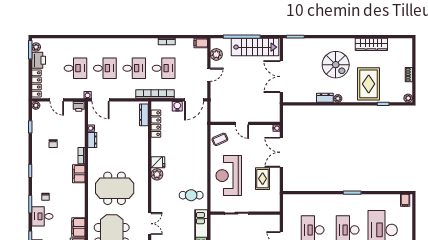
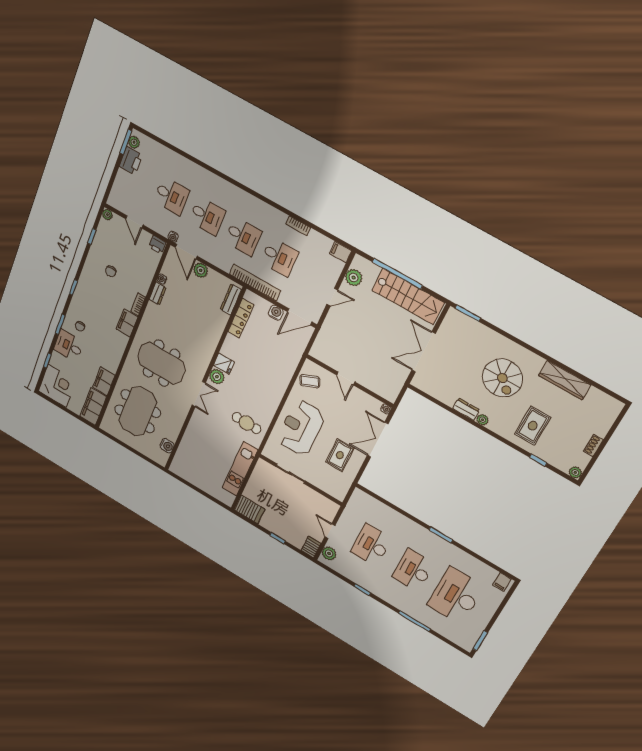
locker: (37, 83) -> (118, 188), removed
rug: (369, 84) -> (533, 426), width x0.73, depth x0.70
plant: (115, 107) -> (201, 270), added
double door: (150, 224) -> (199, 394), moved

